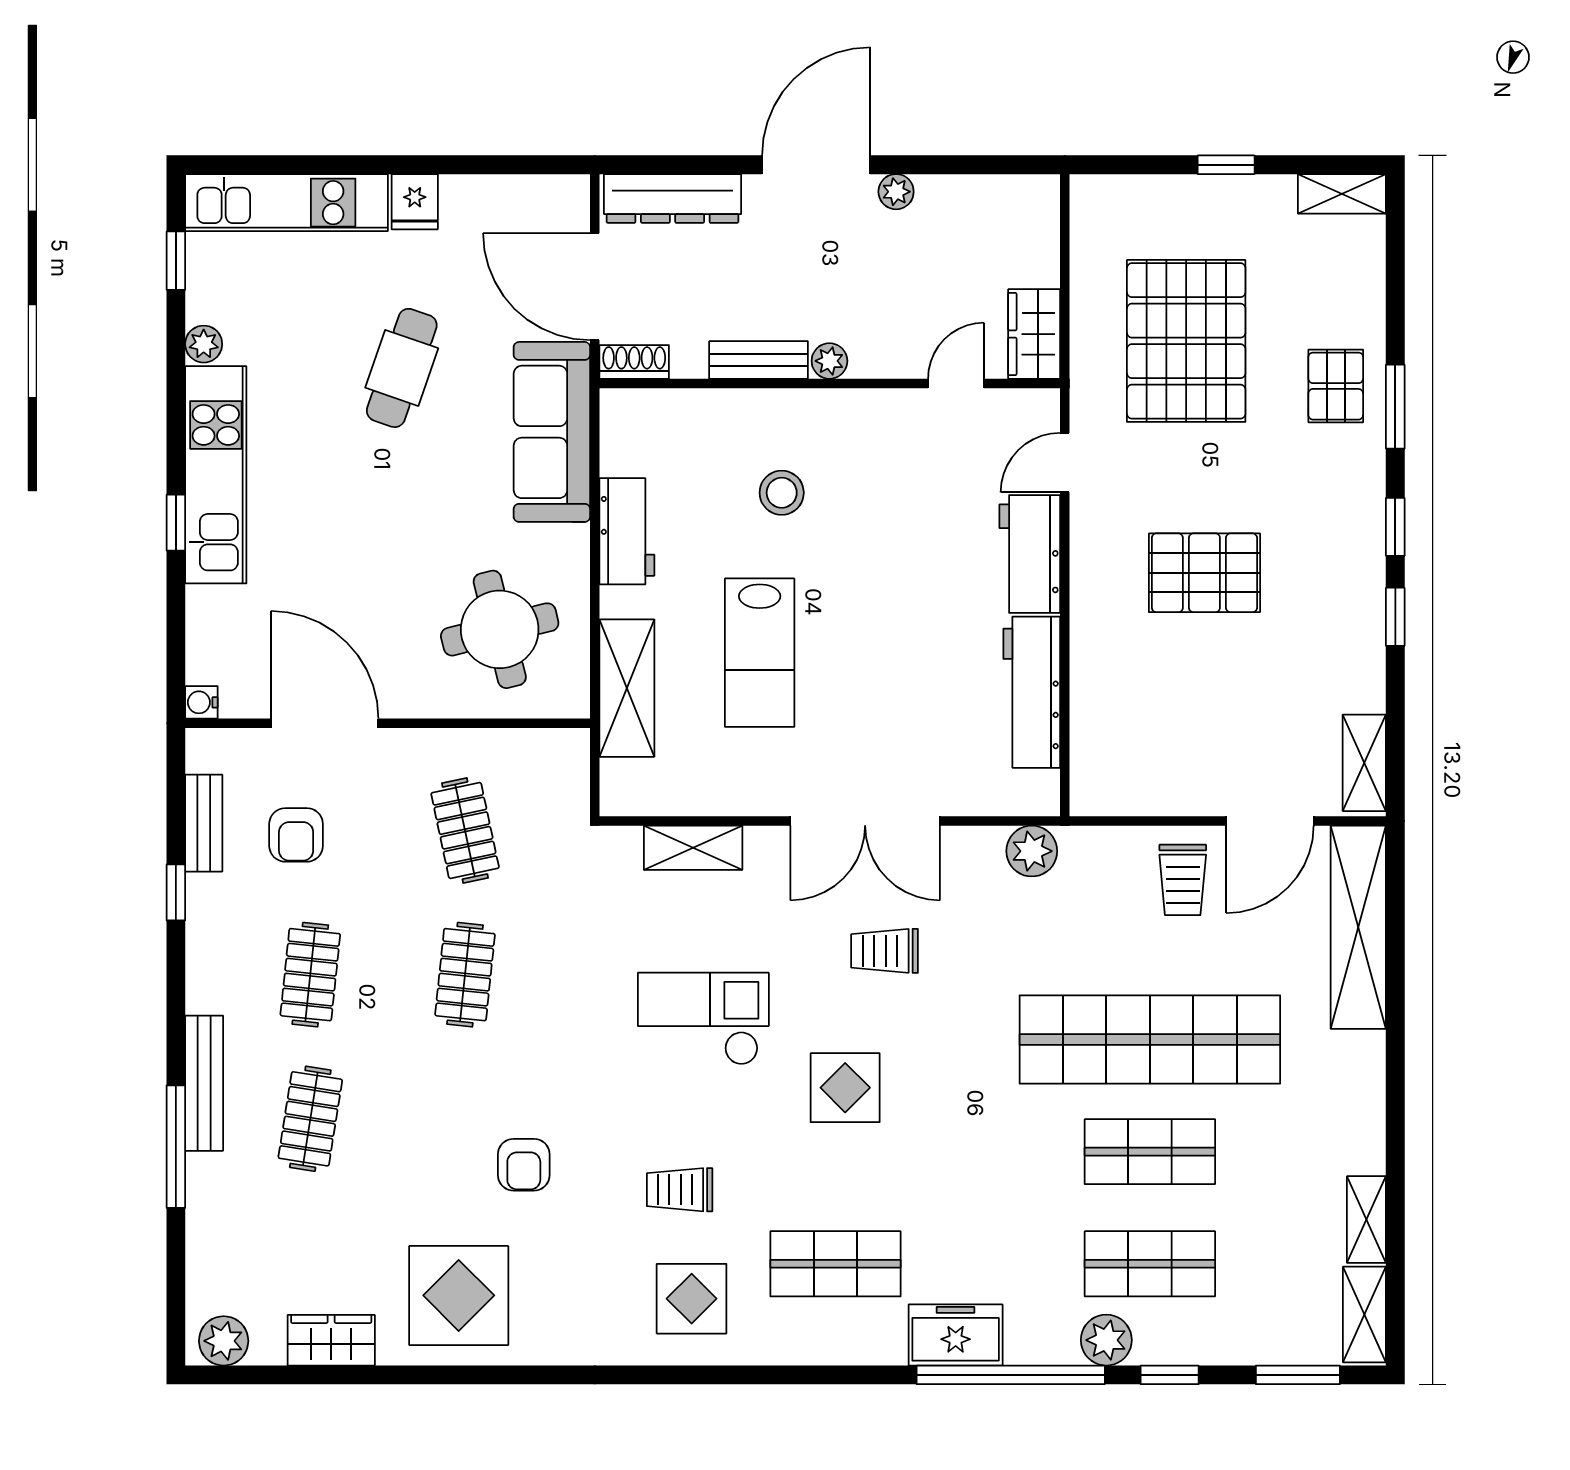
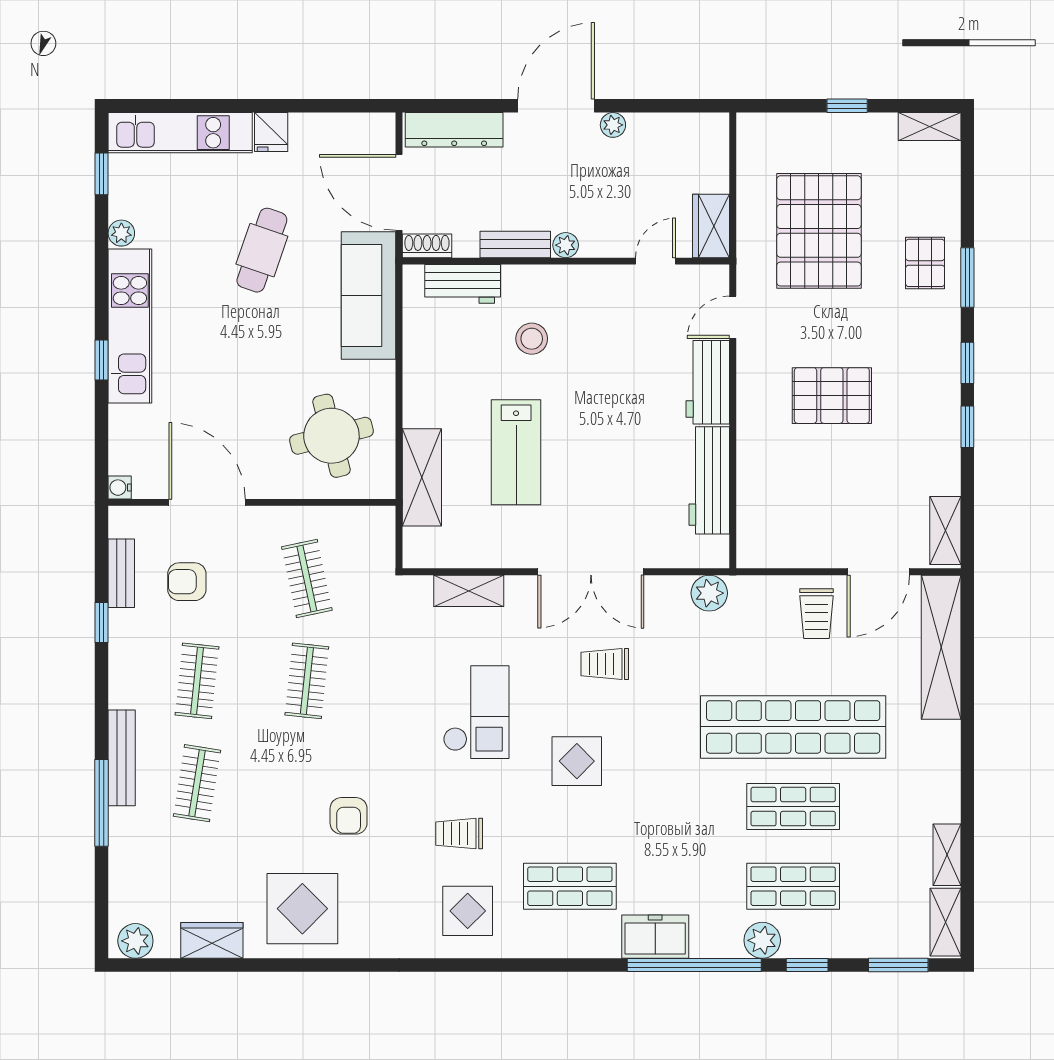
workbench: (627, 531) -> (463, 284), moved, turned 90
armchair: (296, 835) -> (187, 582), turned 90
checkout: (703, 1019) -> (476, 712), turned 90

